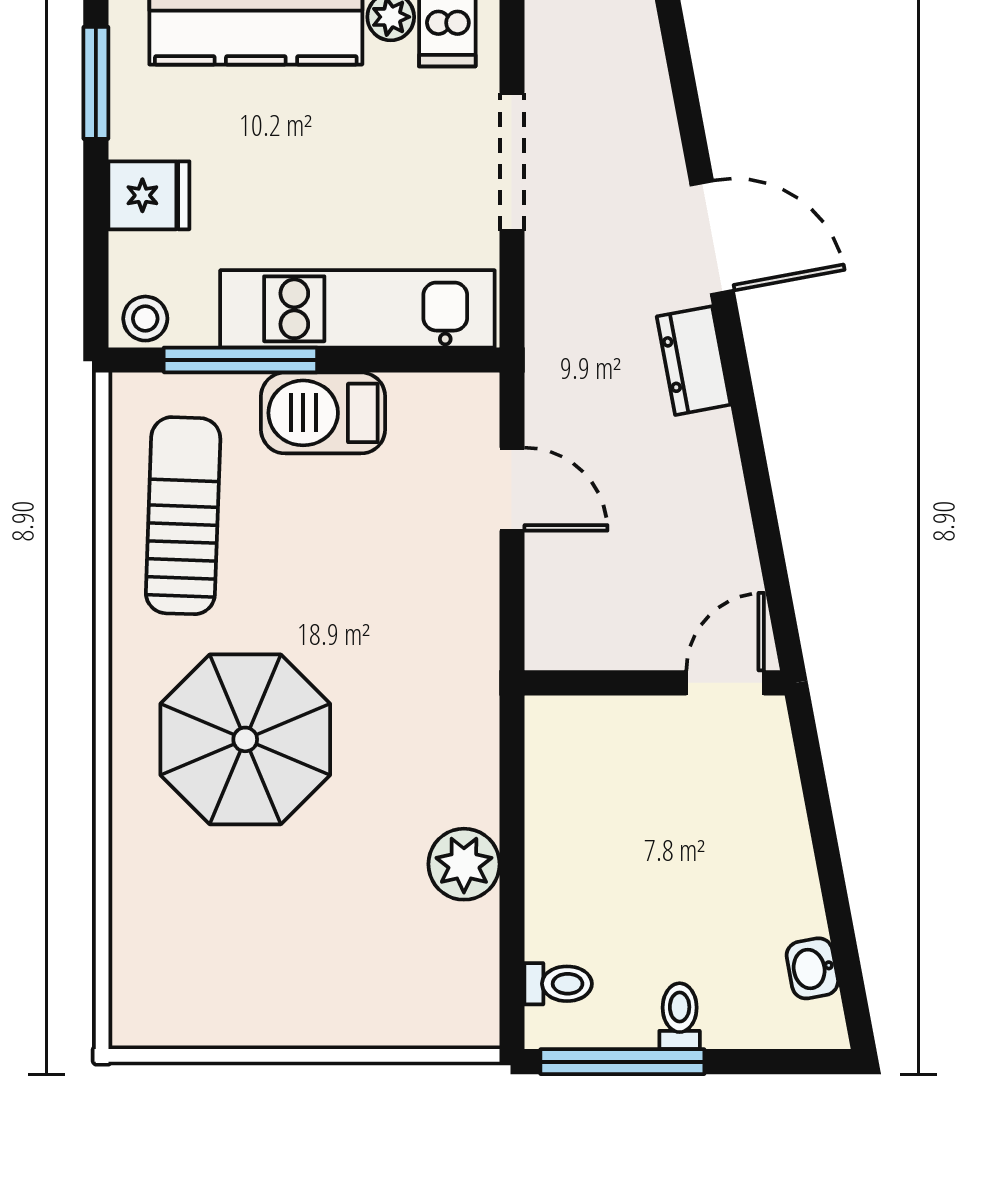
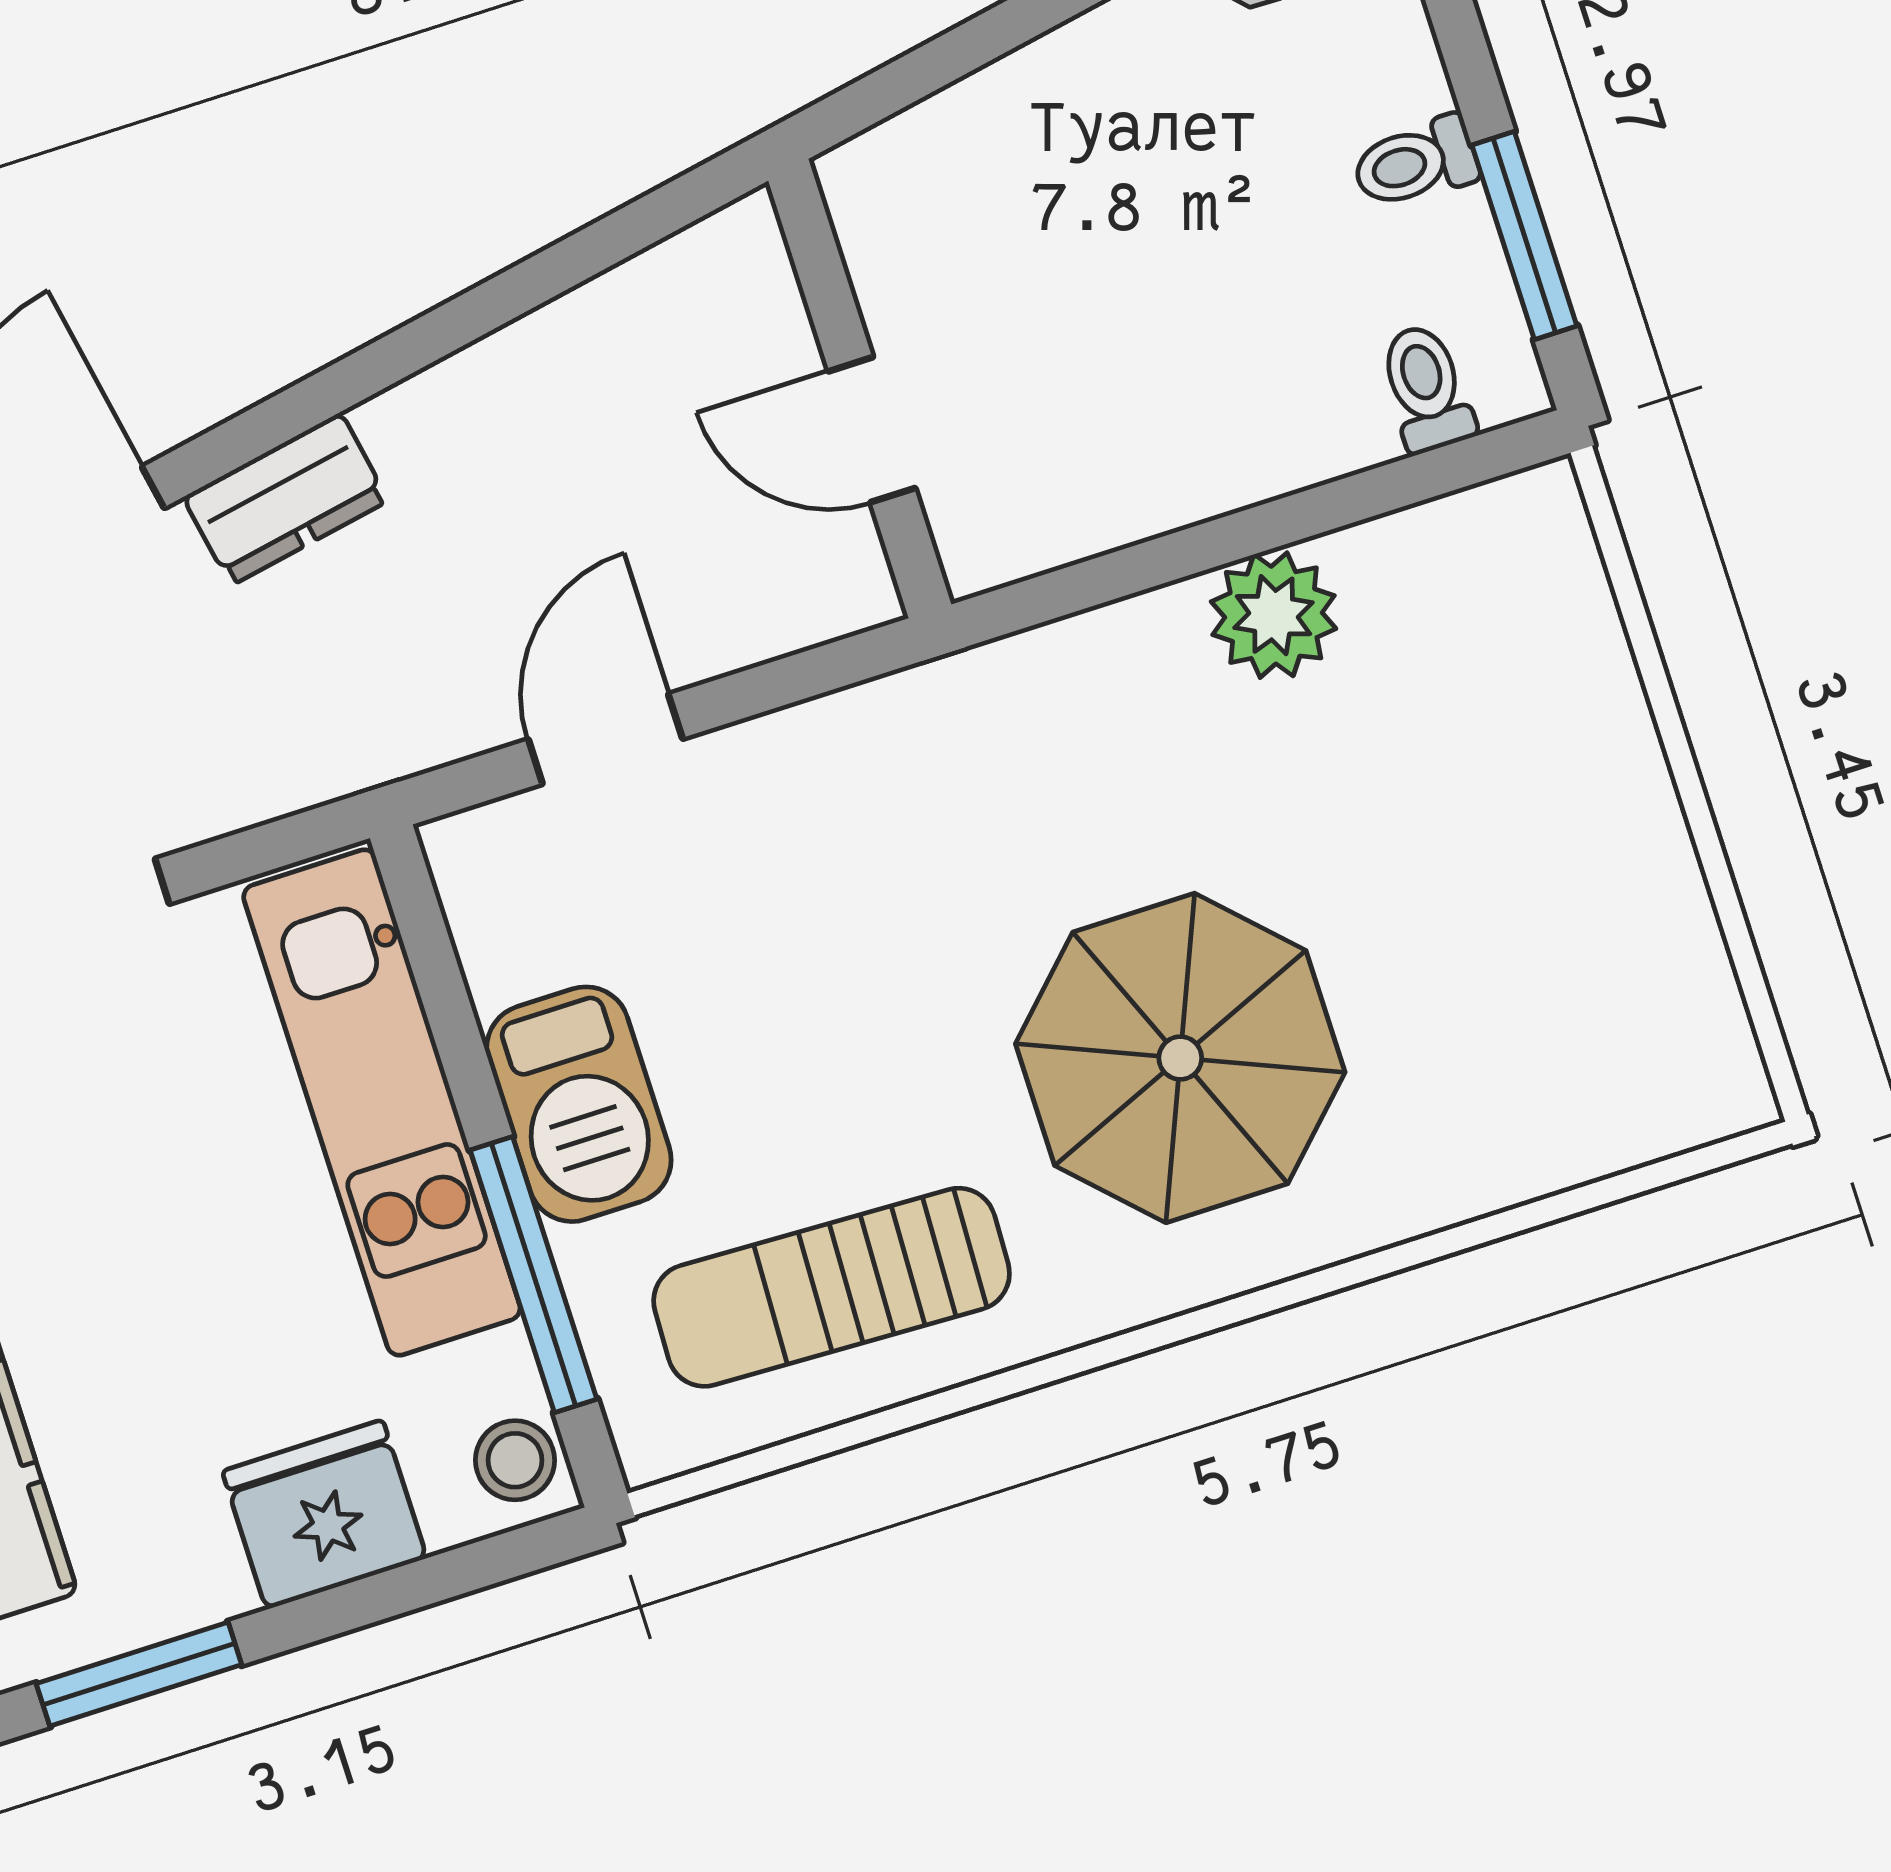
fridge: (149, 195) -> (324, 1515), width x1.38
door: (725, 683) -> (872, 430), moved
window: (622, 1062) -> (1524, 236), width x0.69

